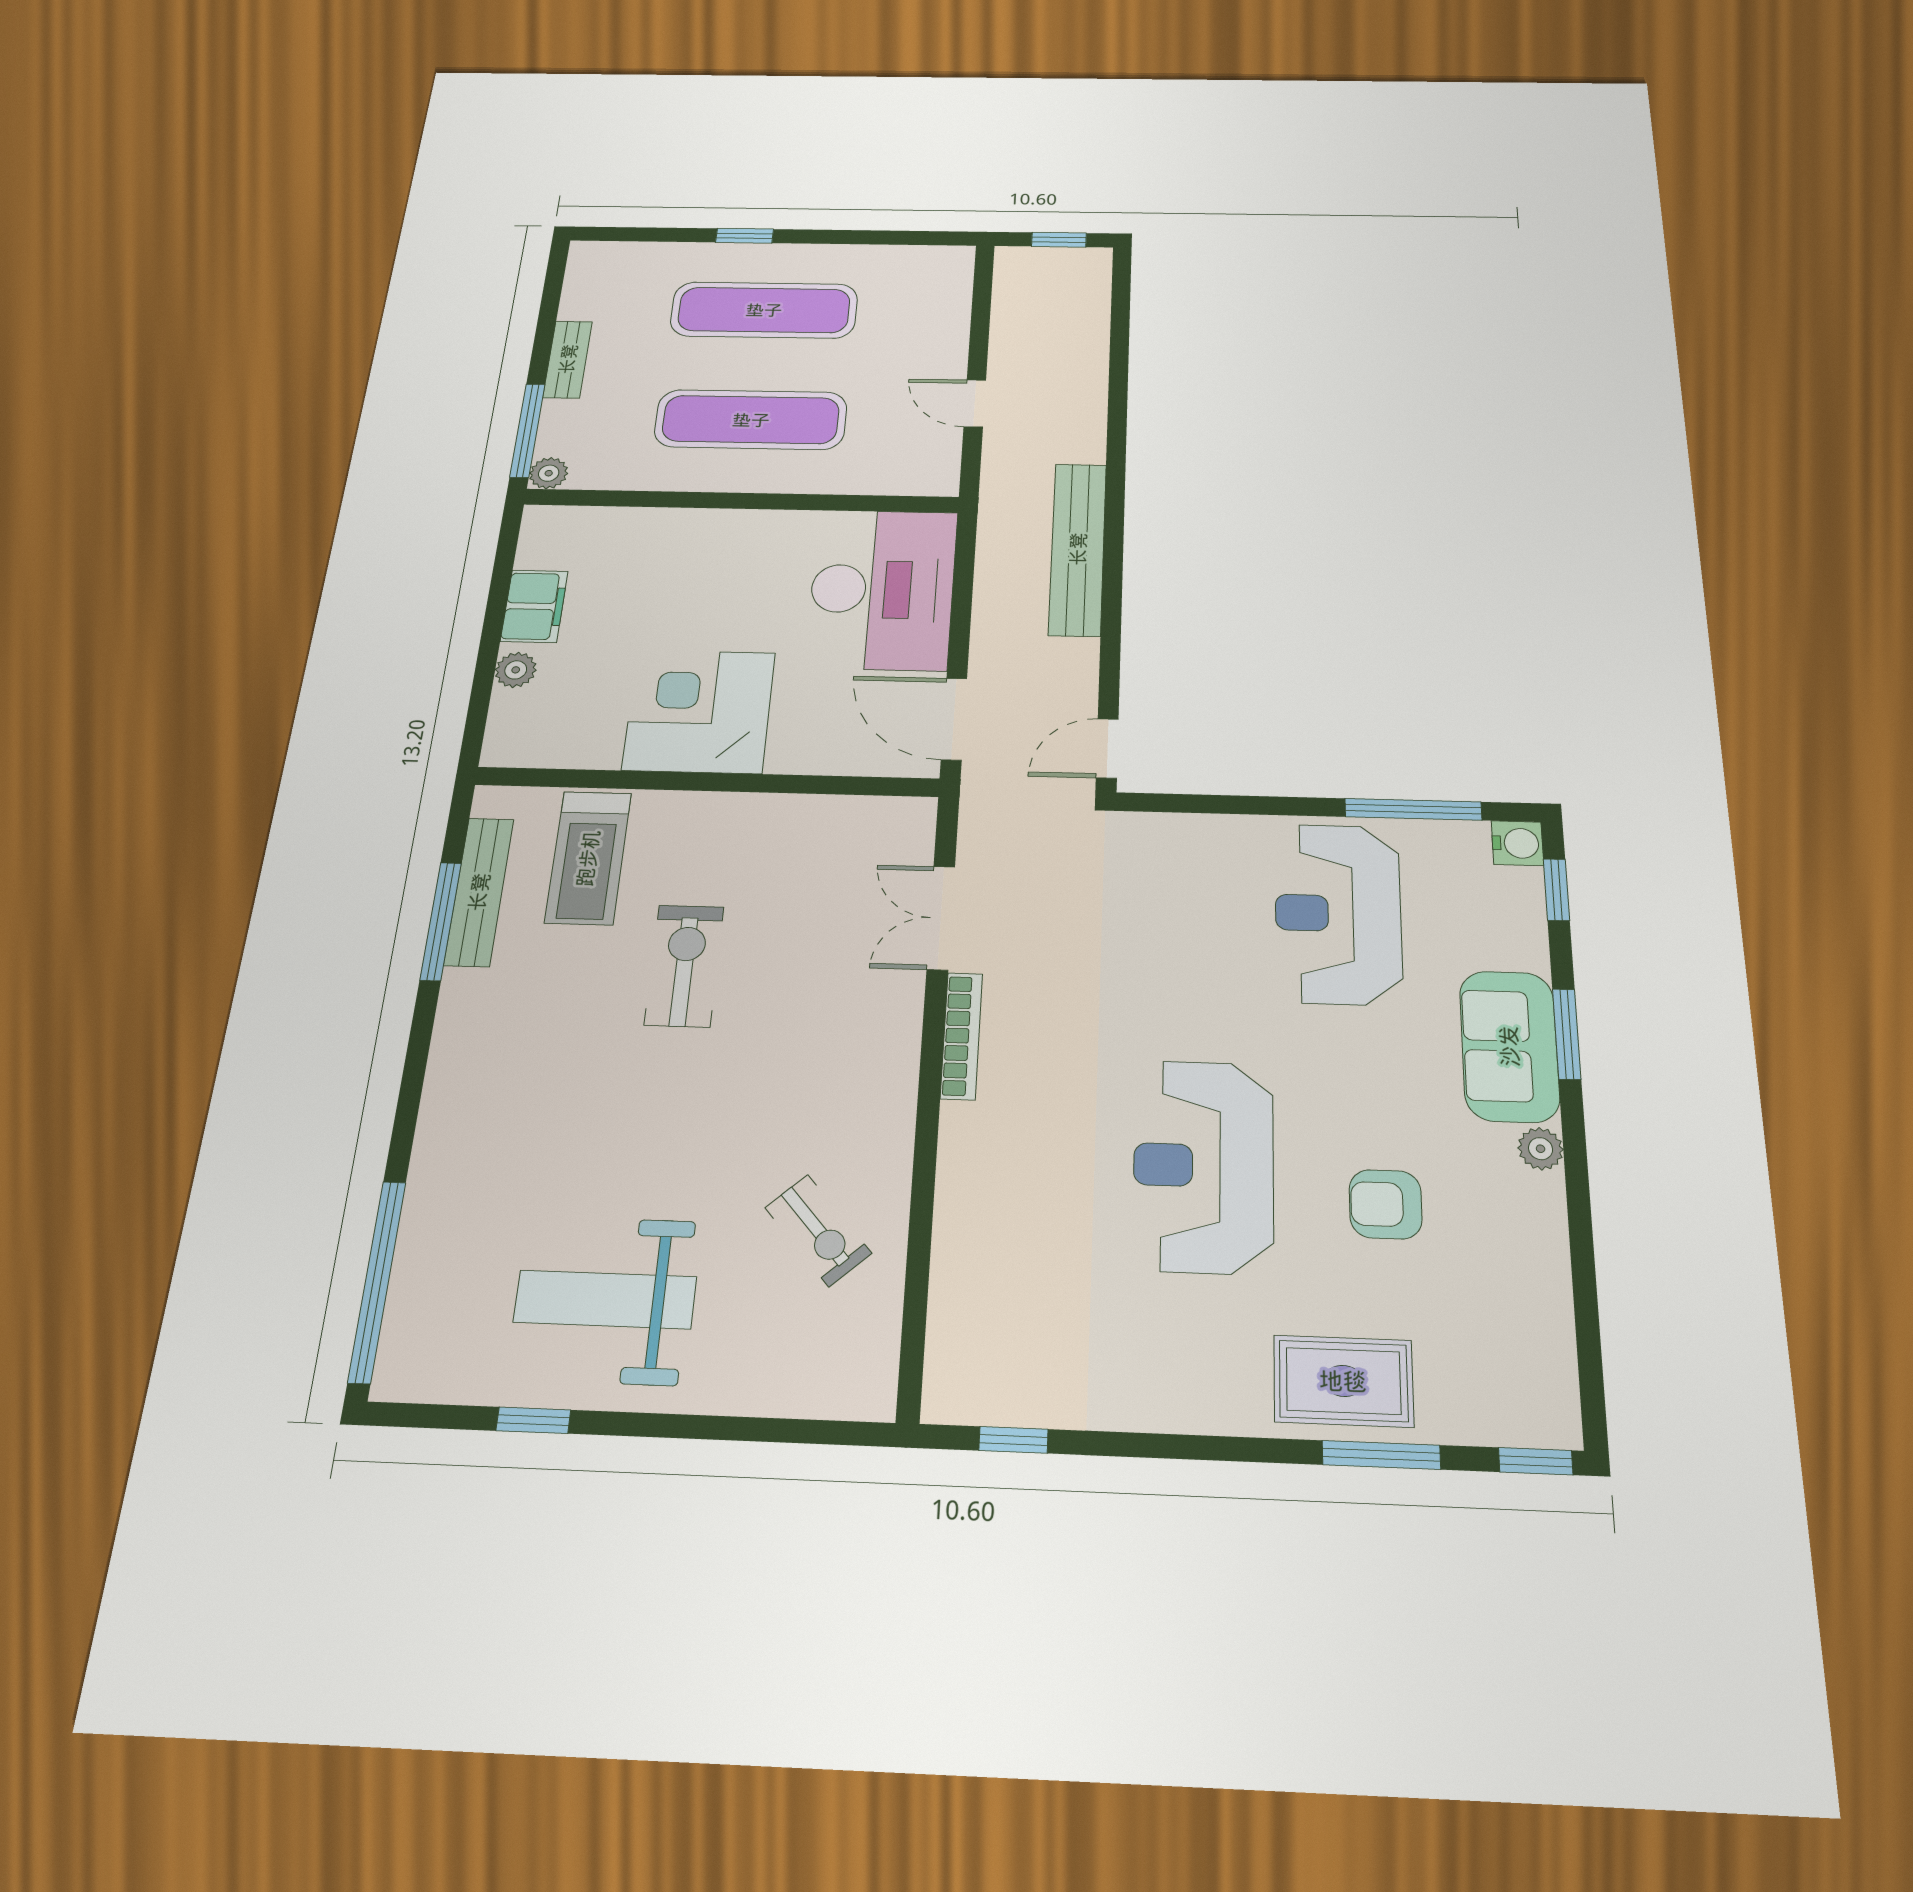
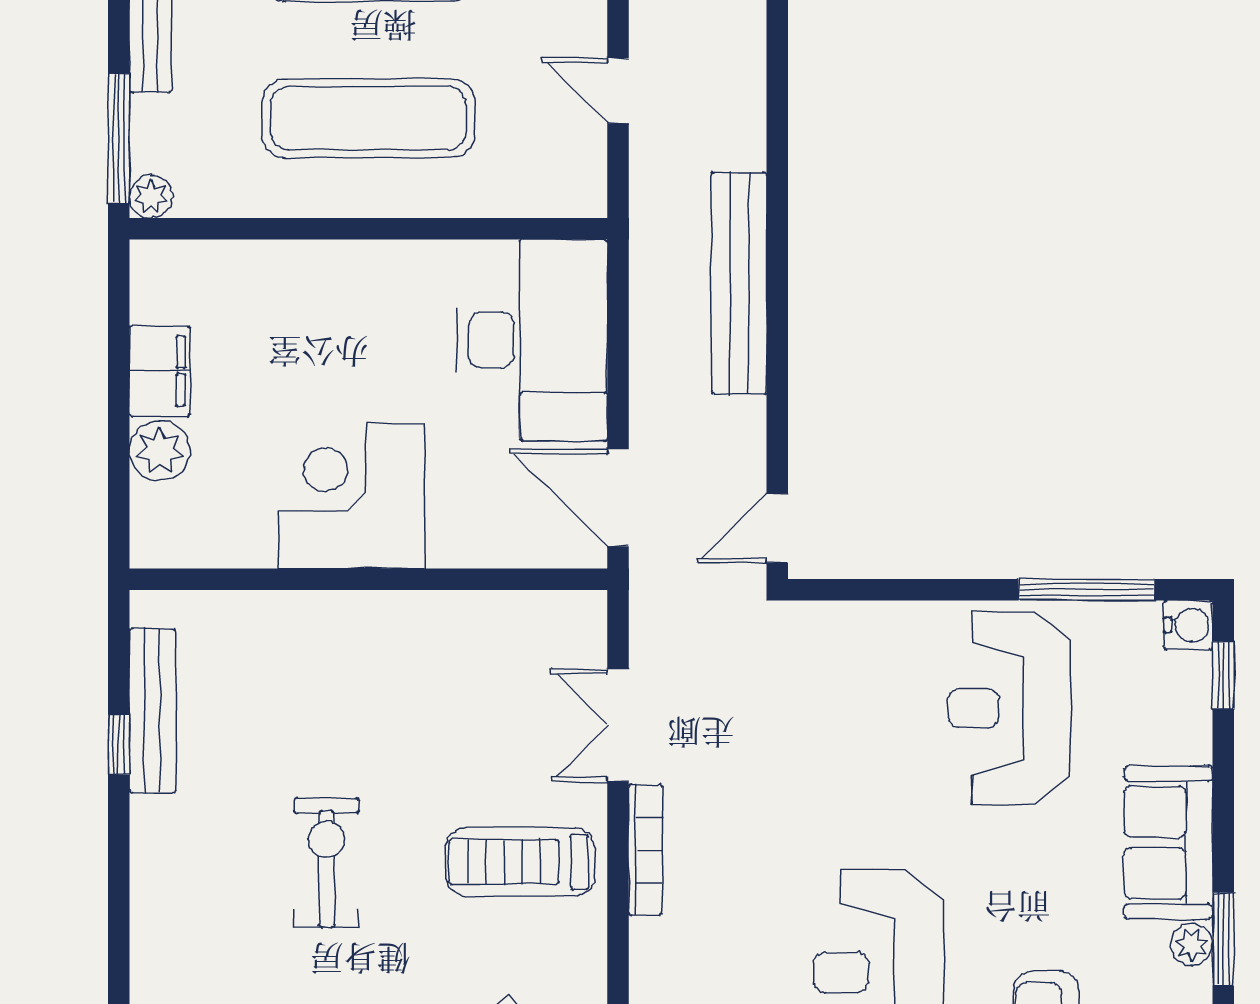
plant: (516, 670) -> (160, 451), width x1.38, depth x1.38
treadmill: (588, 858) -> (520, 862), moved, turned 90
window: (441, 921) -> (119, 745), width x0.46
exercise bike: (684, 966) -> (327, 863), moved
window: (1567, 1034) -> (1223, 939), moved

